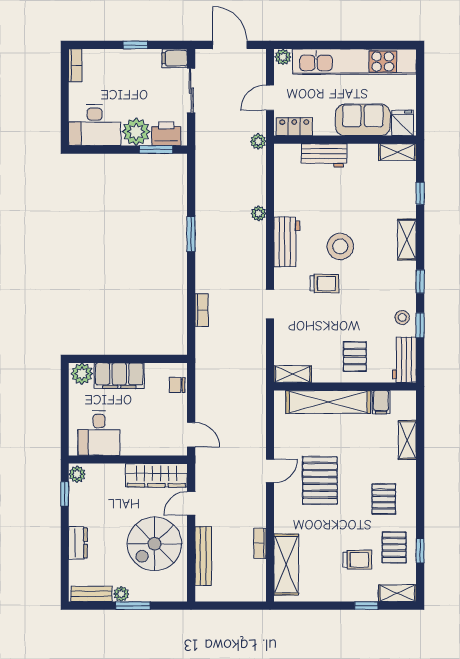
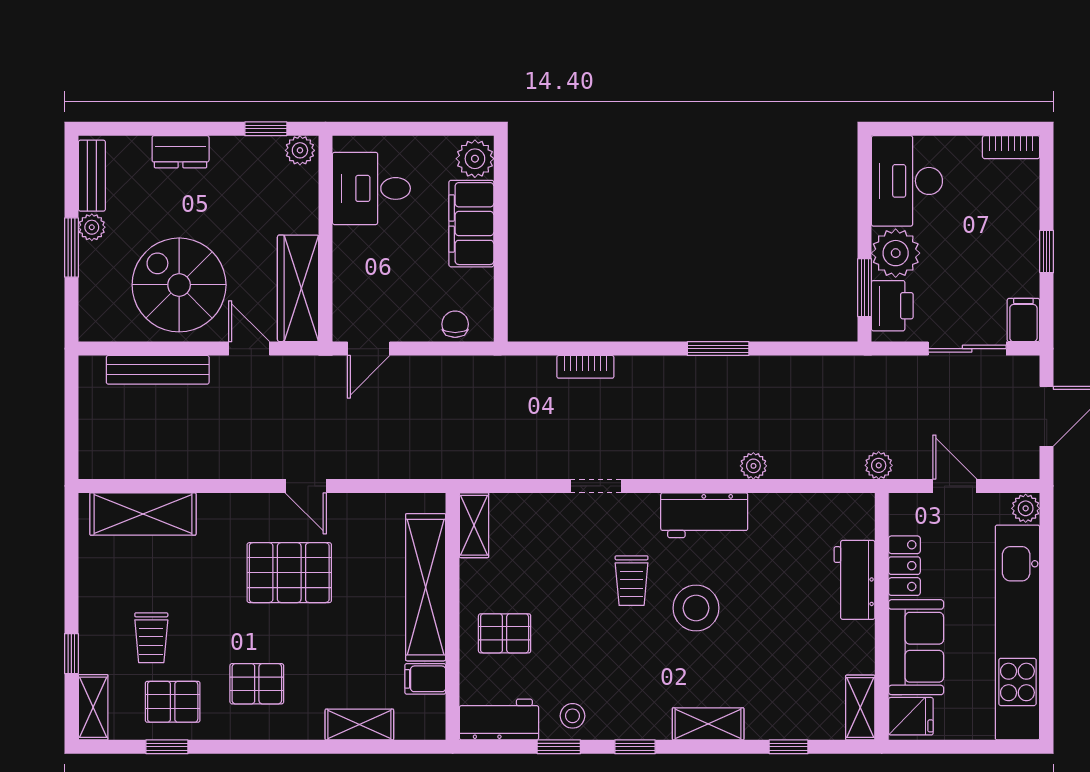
locker: (294, 127) -> (904, 566), moved
bookcase: (260, 543) -> (180, 468), removed

